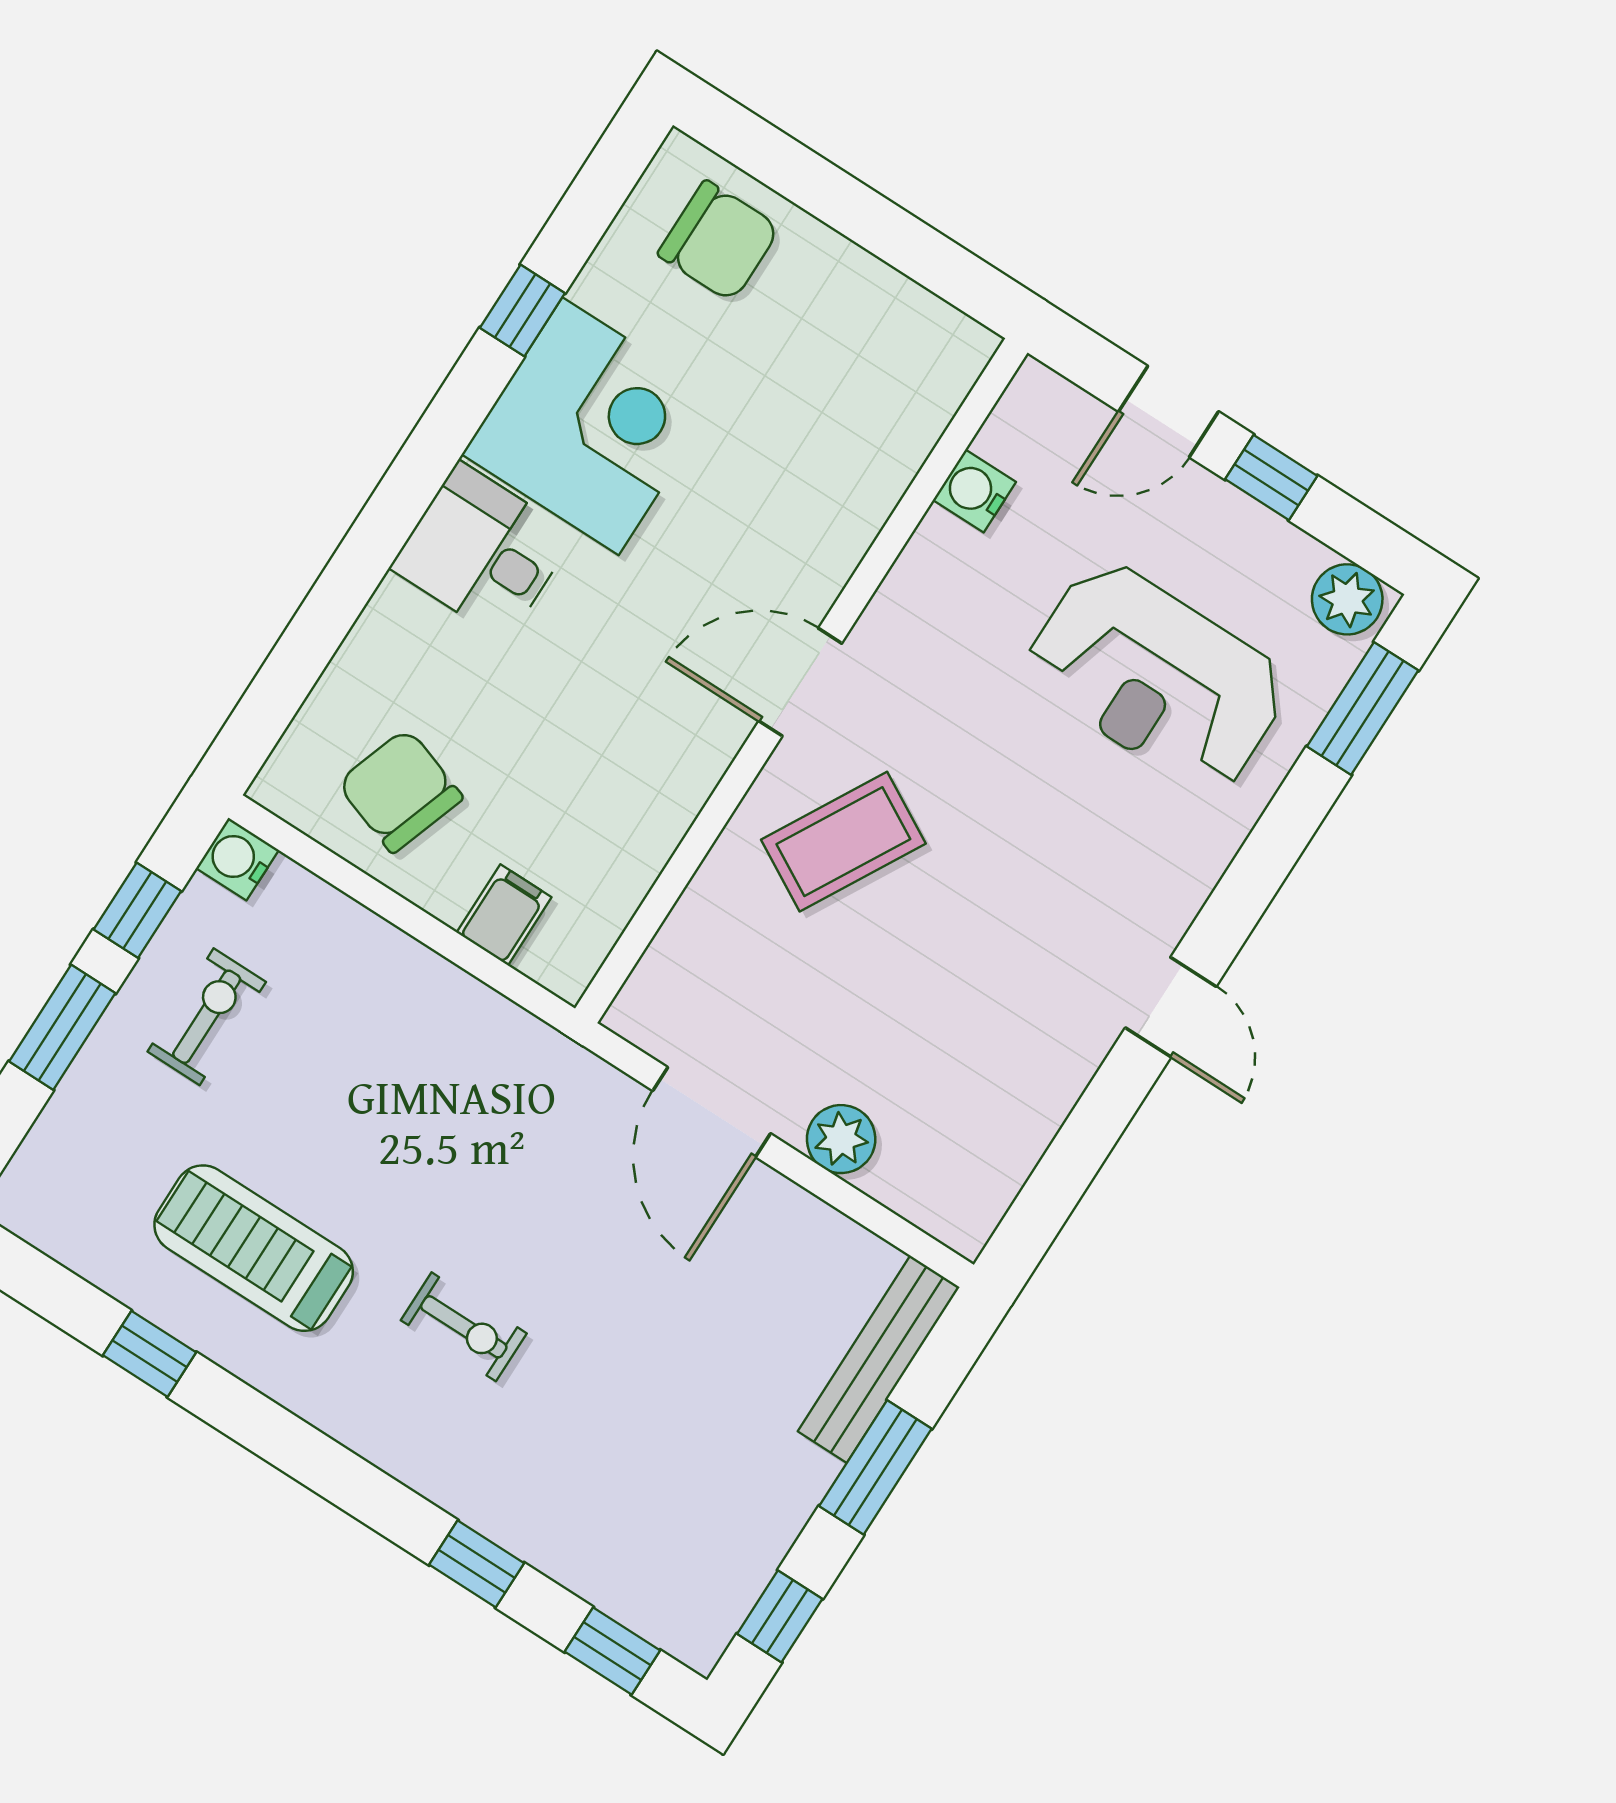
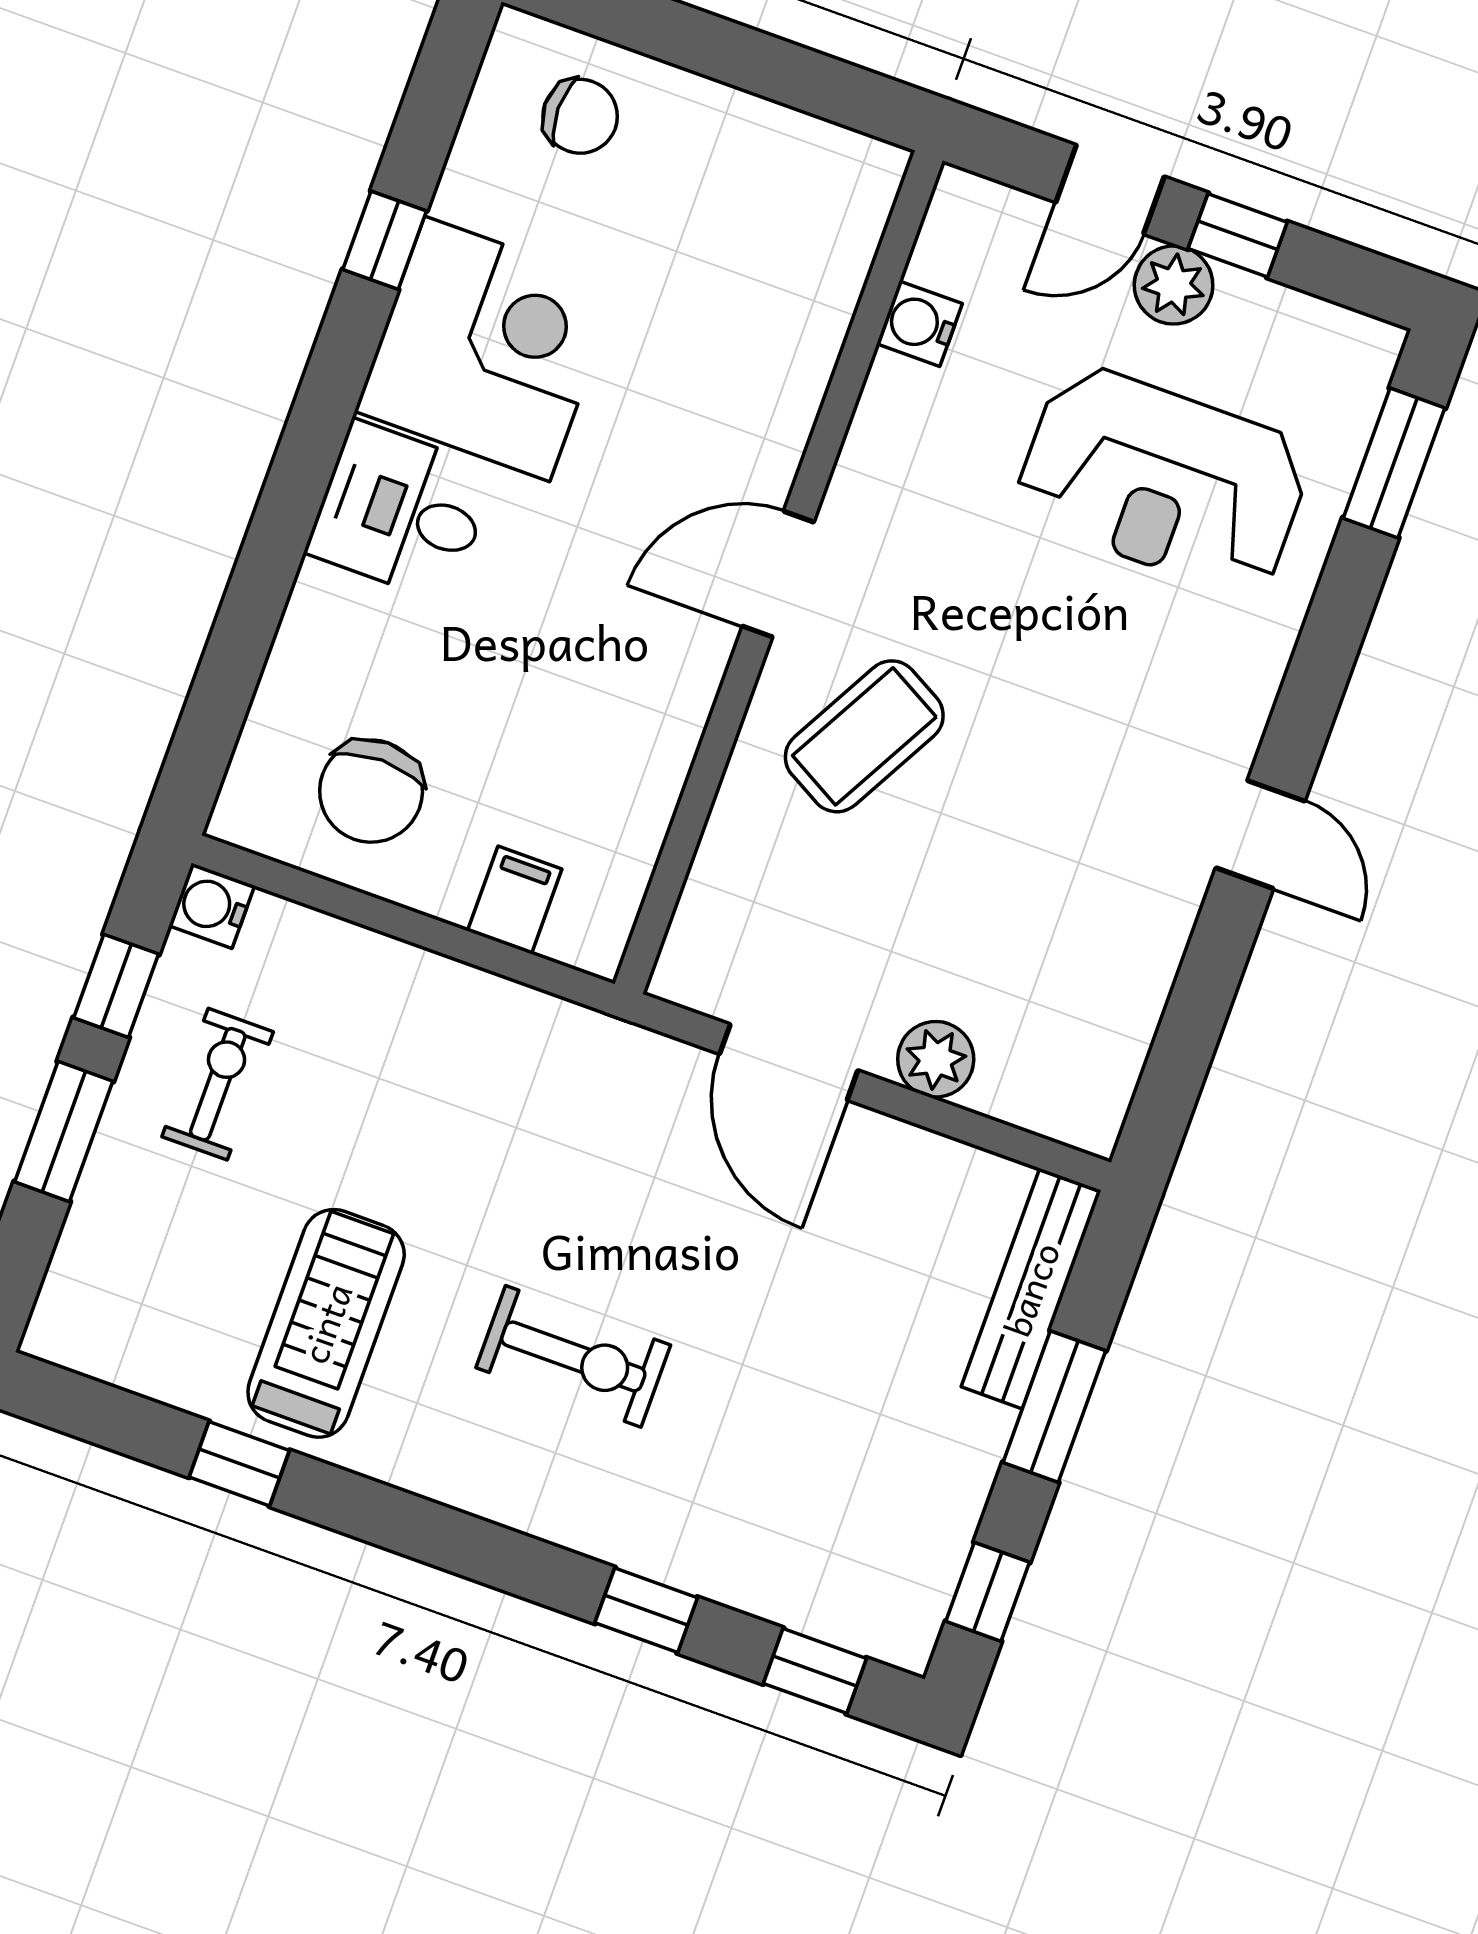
chair: (719, 241) -> (580, 116), width x0.73, depth x0.73
plant: (1347, 599) -> (1174, 285), moved
chair: (400, 791) -> (371, 791), turned -109
treadmill: (254, 1248) -> (326, 1323), turned 90
exercise bike: (464, 1327) -> (573, 1356), width x1.38, depth x1.39

